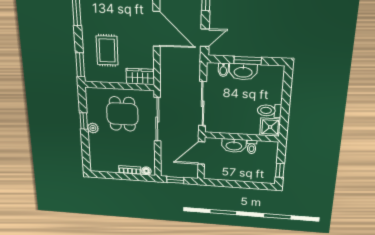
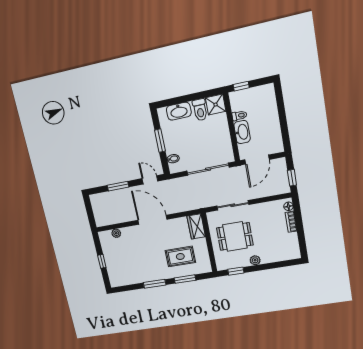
door: (157, 29) -> (152, 220), hinge flipped
window: (80, 65) -> (185, 279), moved
washbasin: (243, 72) -> (179, 111), moved, turned 90
sliding door: (157, 119) -> (233, 205), width x0.73
window: (84, 121) -> (236, 271), moved
door: (201, 153) -> (257, 160), hinge flipped
window: (280, 170) -> (241, 86), moved

